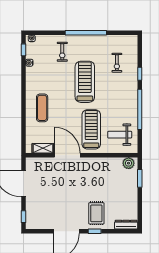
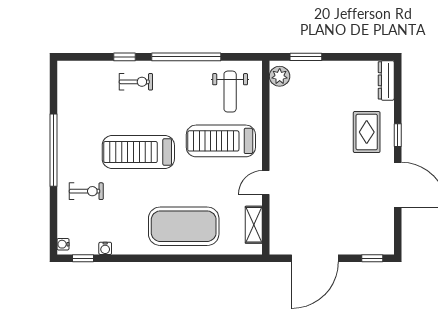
exercise bike: (117, 63) -> (136, 82), moved
exercise mat: (42, 108) -> (184, 226), width x2.00, depth x1.45
door: (67, 155) -> (266, 183), width x0.53
rug: (96, 213) -> (367, 132), turned 90

